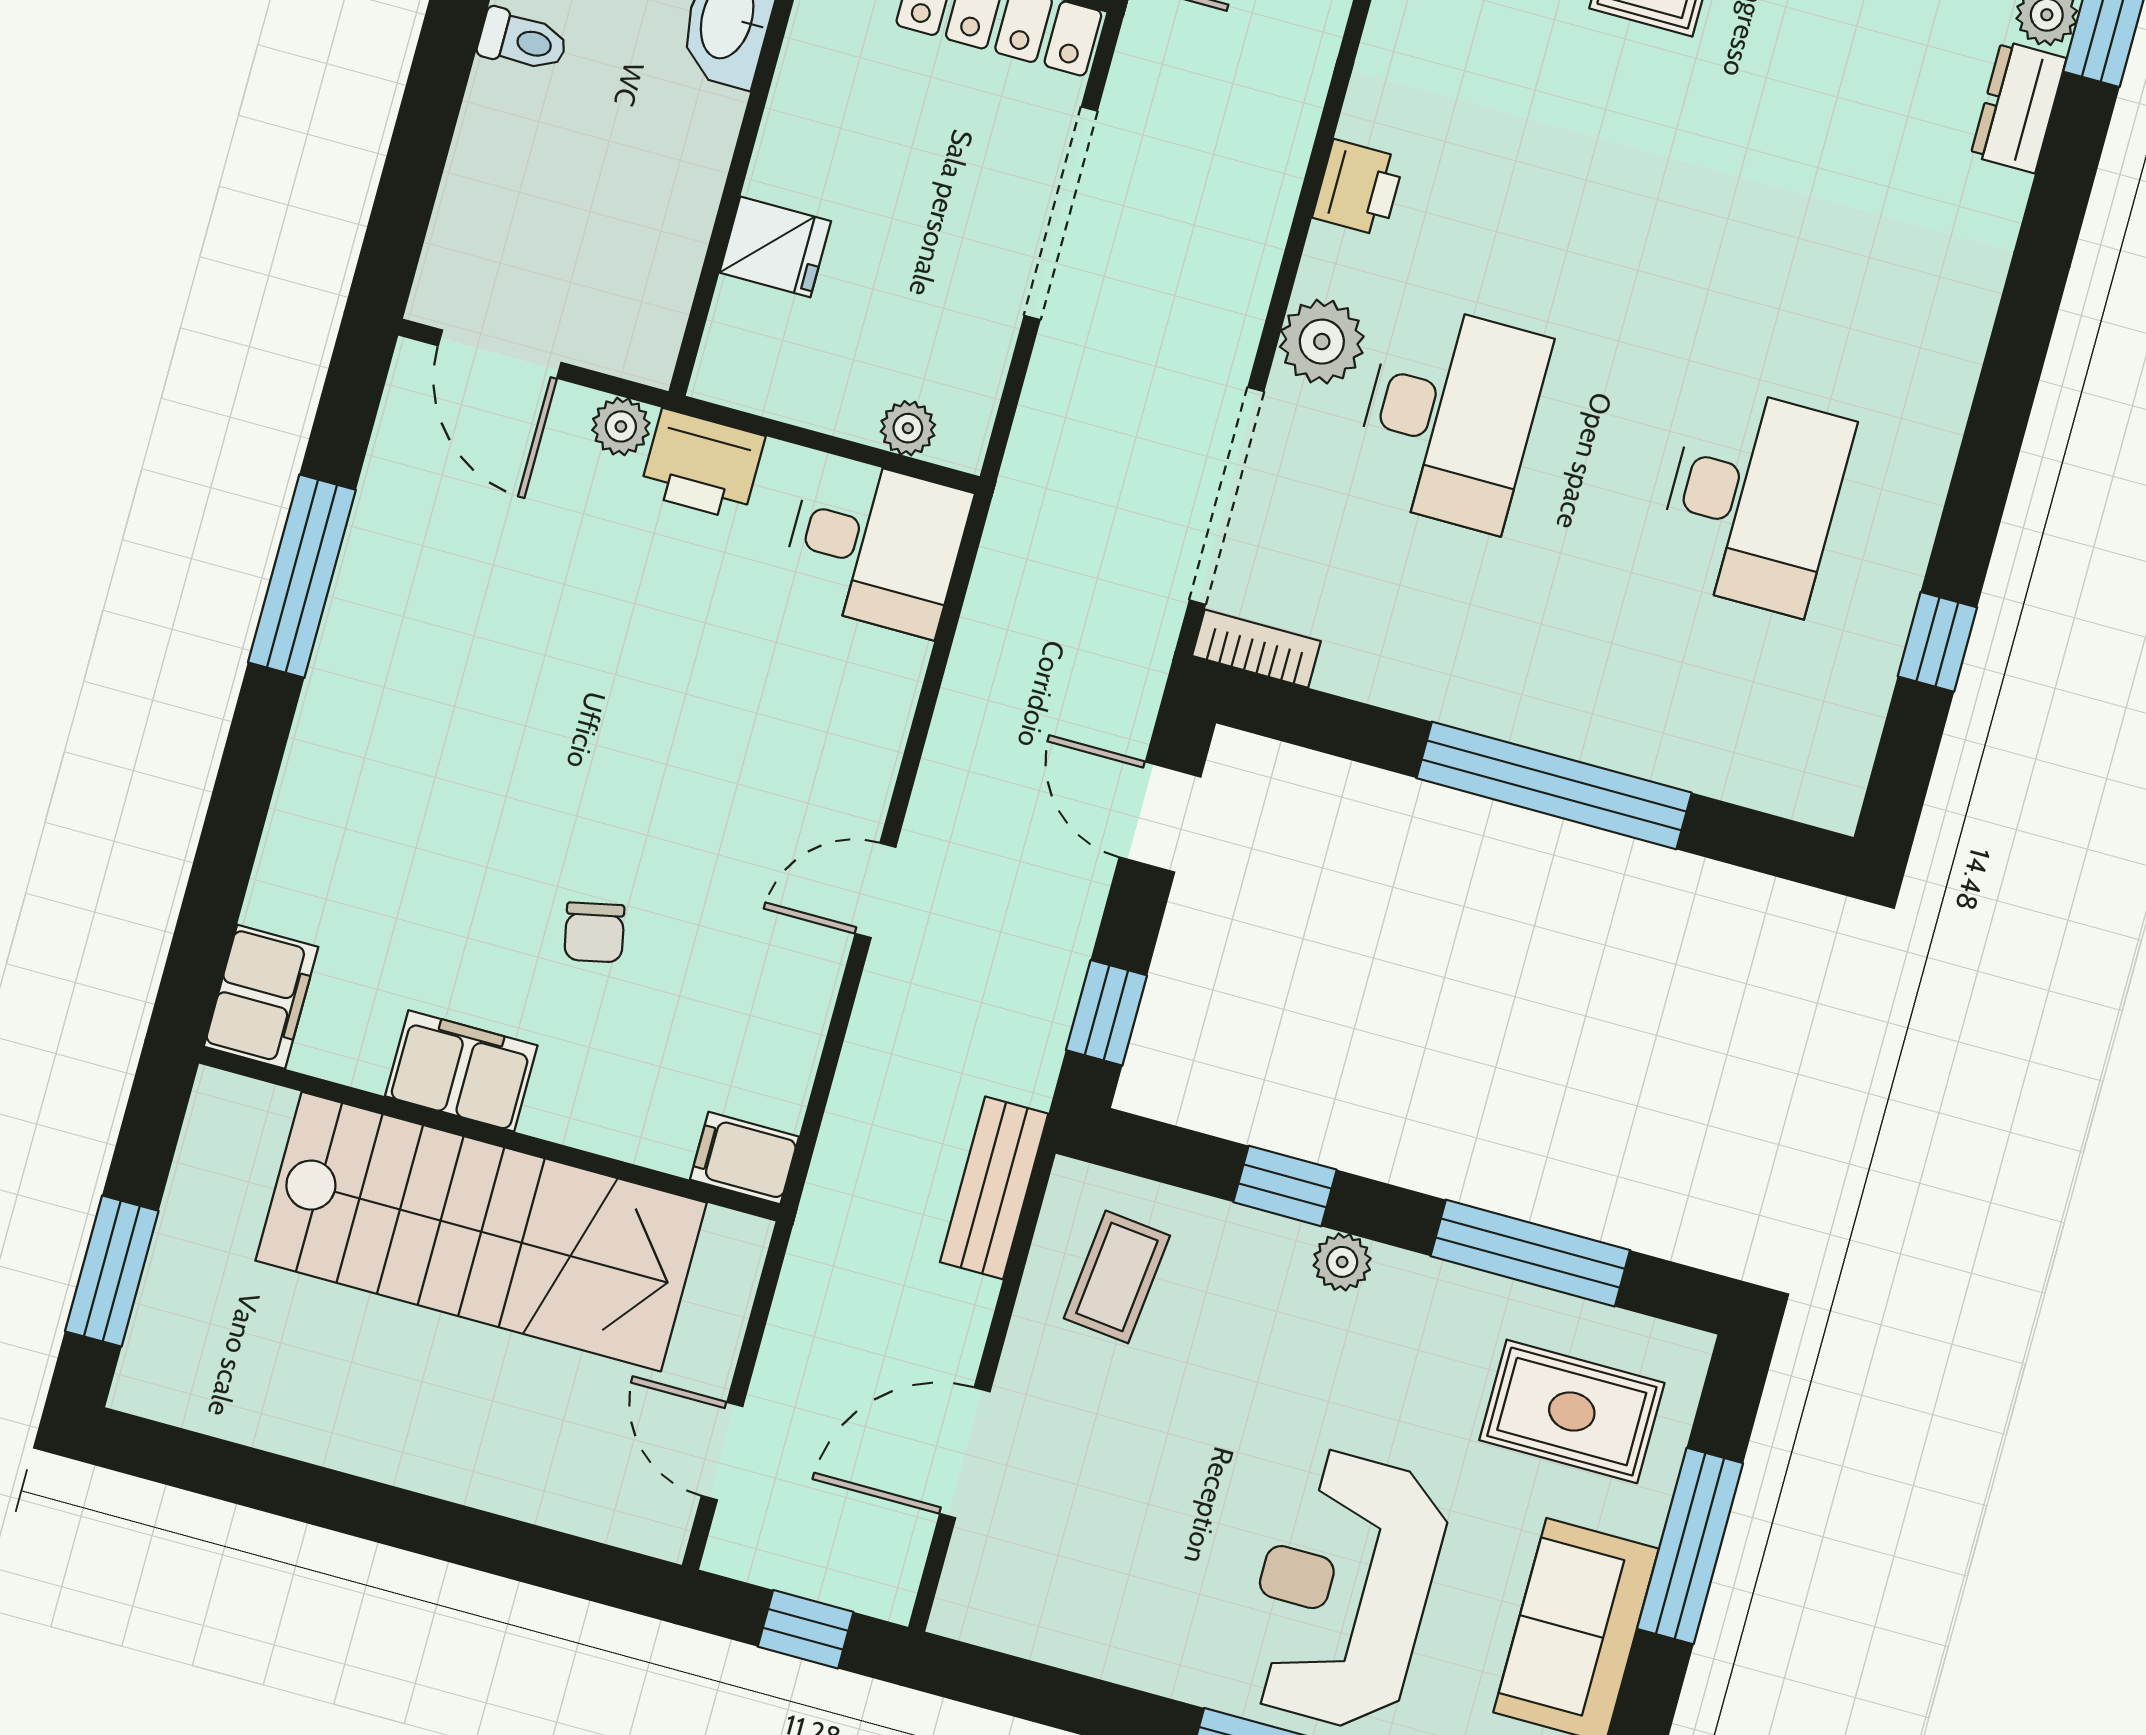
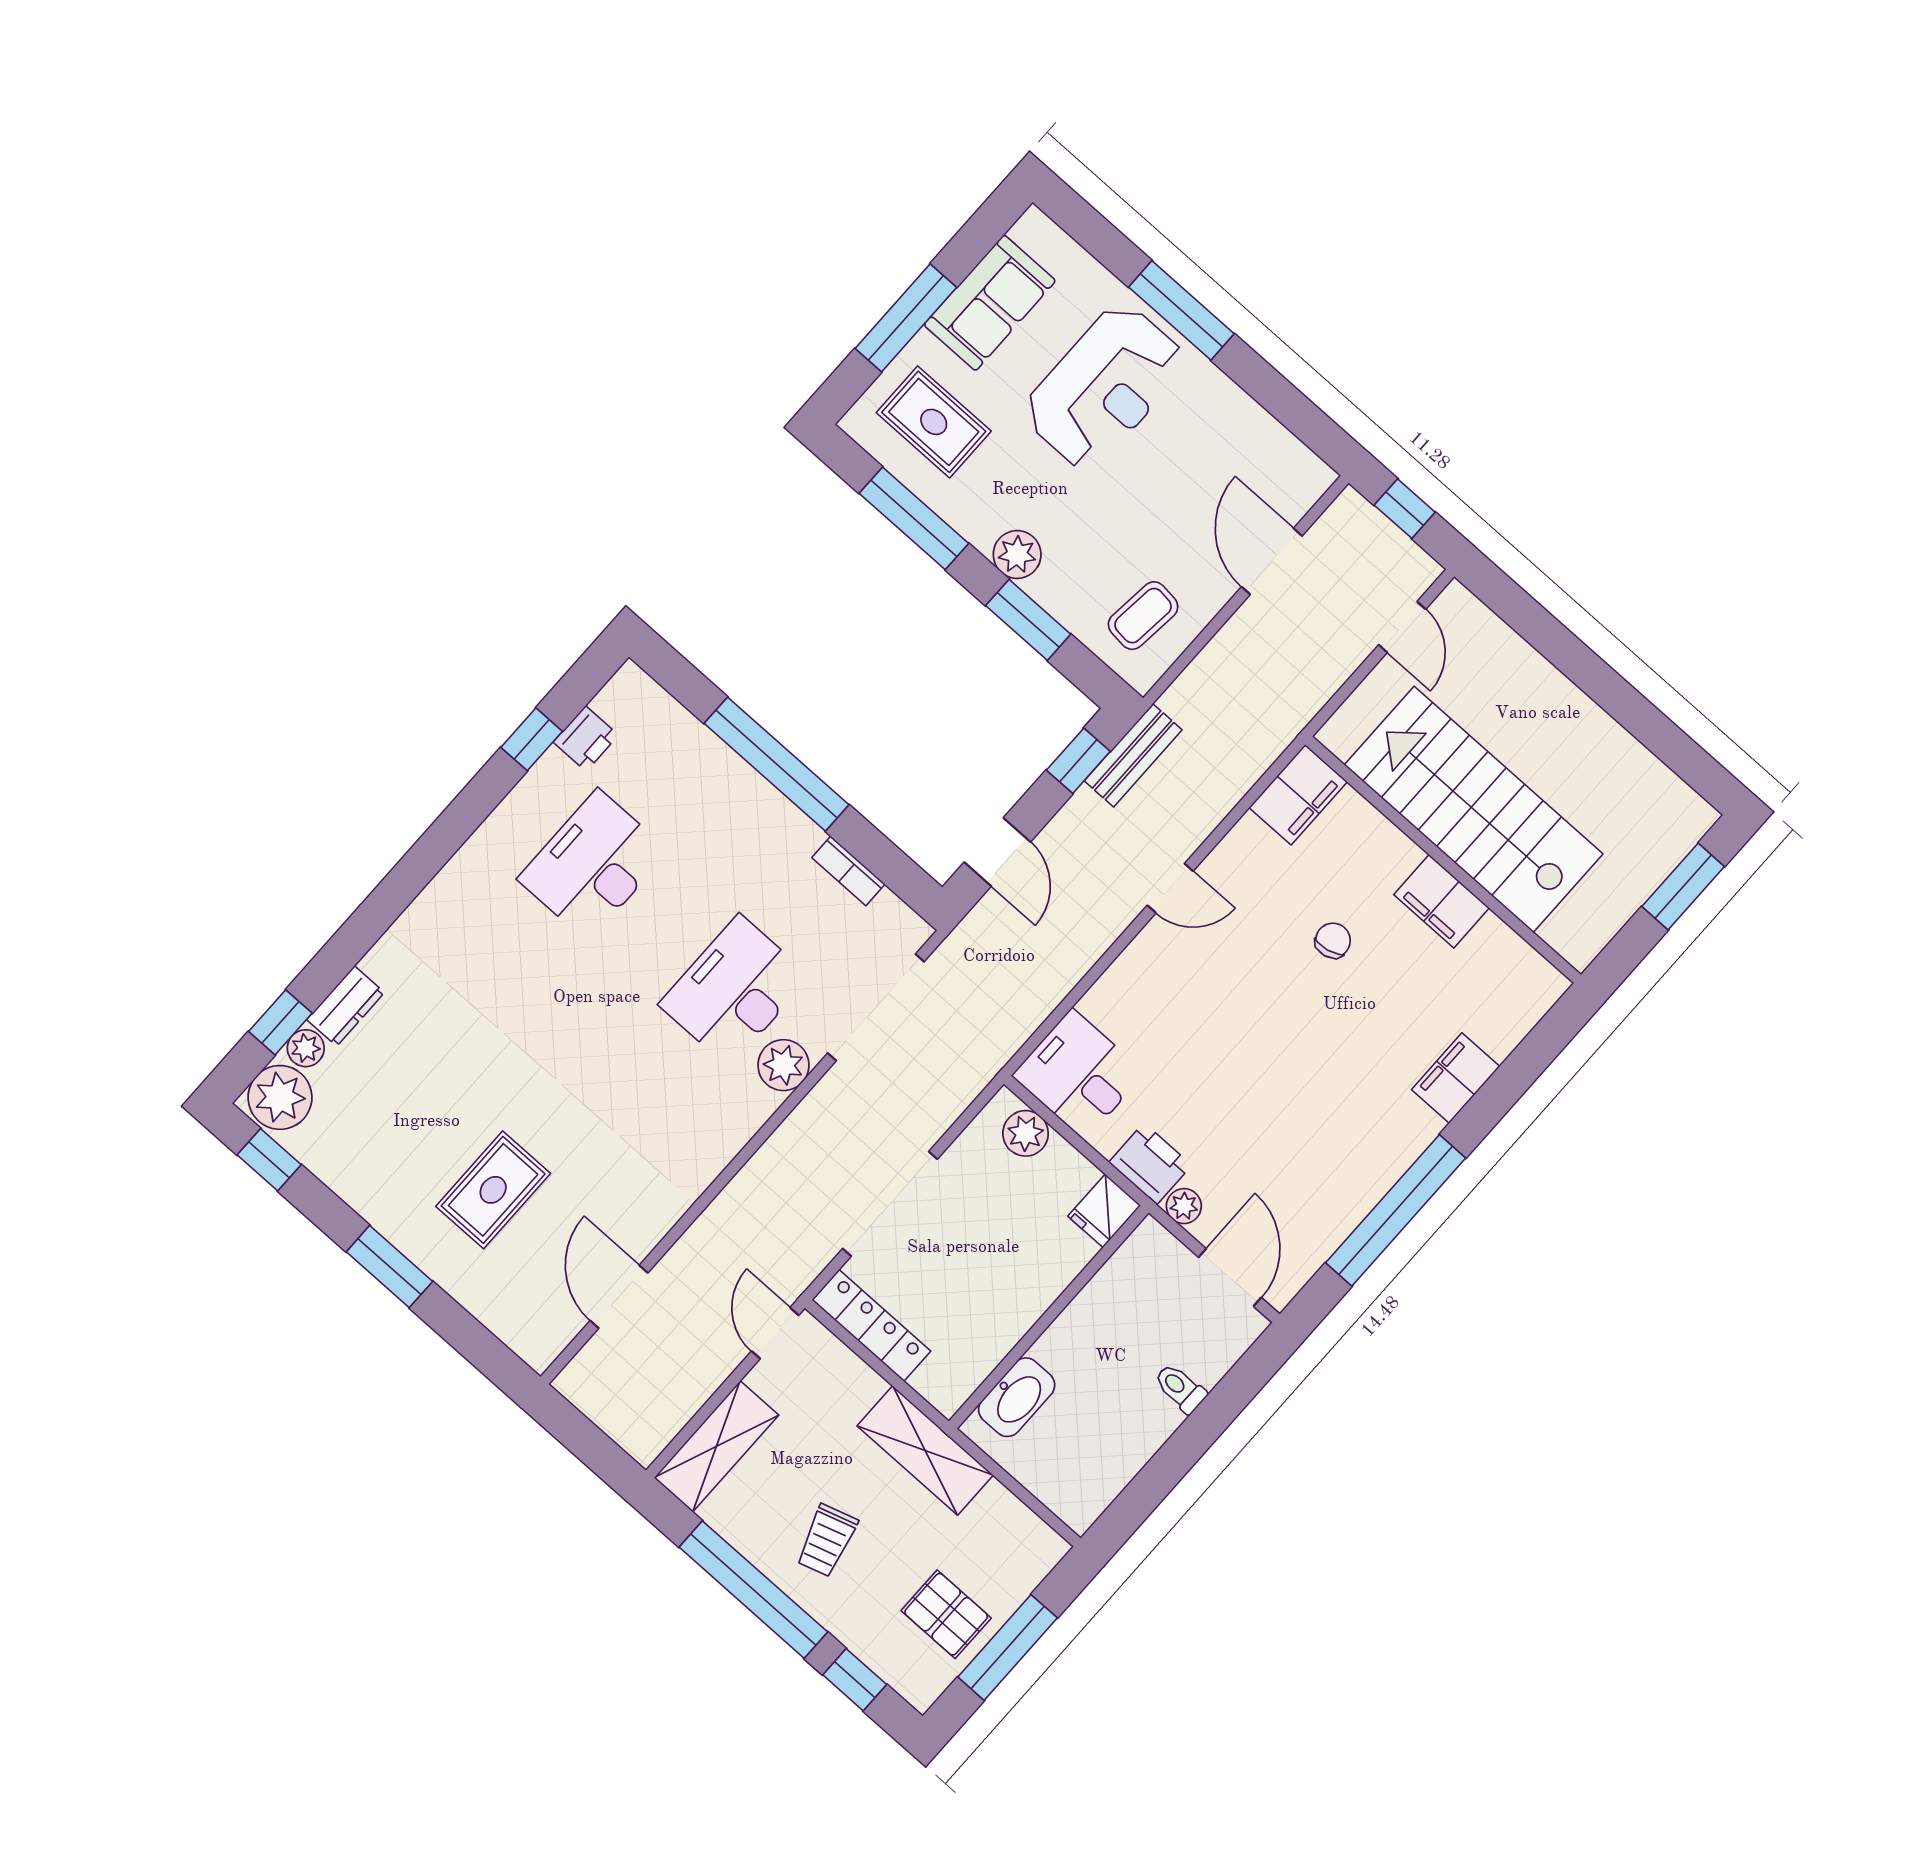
toilet: (523, 41) -> (1180, 1388), moved
printer: (1358, 188) -> (586, 739), moved, turned 180
fridge: (775, 247) -> (1104, 1211), moved, turned -90
plant: (908, 428) -> (1026, 1133), width x1.38, depth x1.38
window: (302, 576) -> (1396, 1210), width x1.46
bookcase: (1256, 649) -> (848, 871), moved
filing cabinet: (261, 997) -> (1456, 1078), moved
filing cabinet: (744, 1158) -> (1298, 795), width x2.00
window: (1285, 1186) -> (1028, 620), width x1.50
bench: (994, 1188) -> (1133, 755), moved
plant: (1342, 1262) -> (1017, 554), width x1.38, depth x1.38
door: (965, 1453) -> (1272, 561), swing flipped

